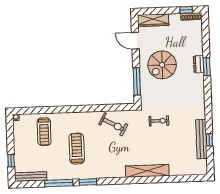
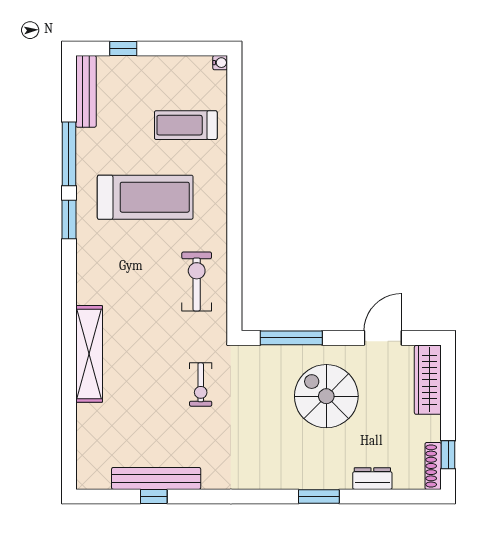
dresser: (199, 64) -> (372, 479), moved
exercise bike: (113, 124) -> (197, 281), turned 151
treadmill: (77, 149) -> (145, 197), width x1.37, depth x1.38

